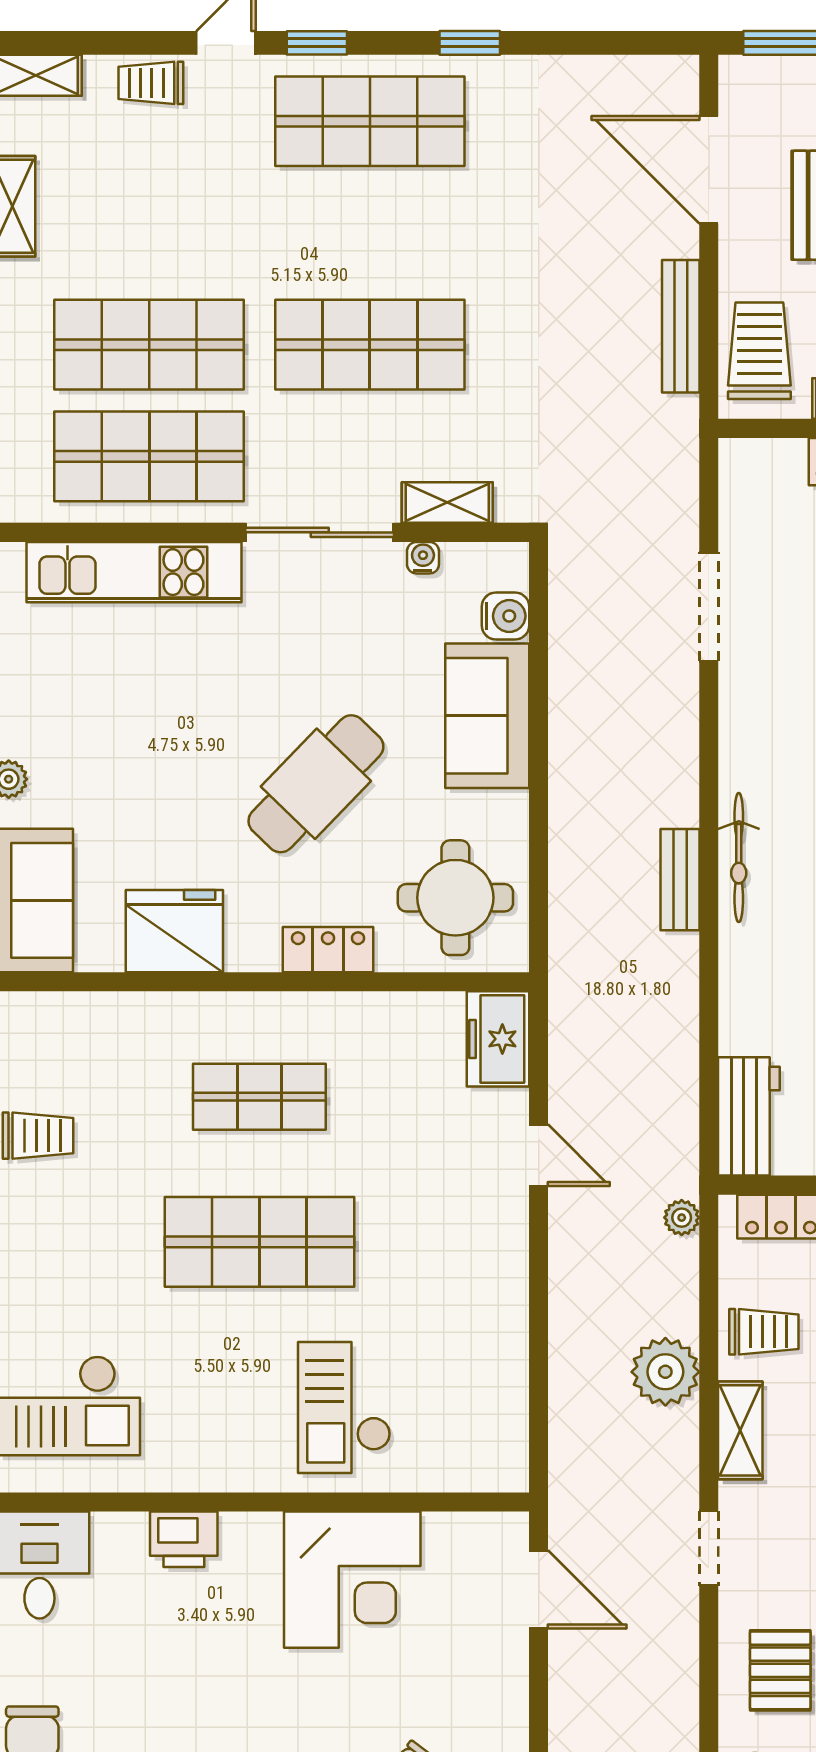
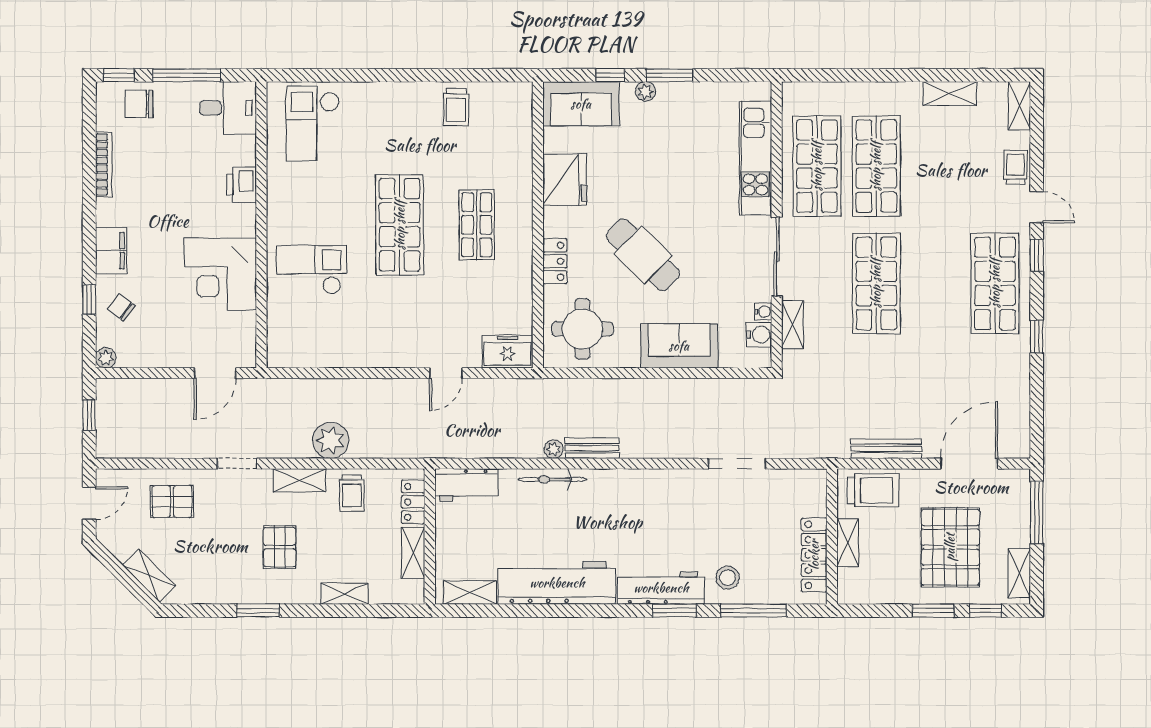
water cooler: (505, 616) -> (759, 335), moved, turned -90
bicycle: (739, 857) -> (552, 479), moved
plant: (682, 1218) -> (554, 449), moved

